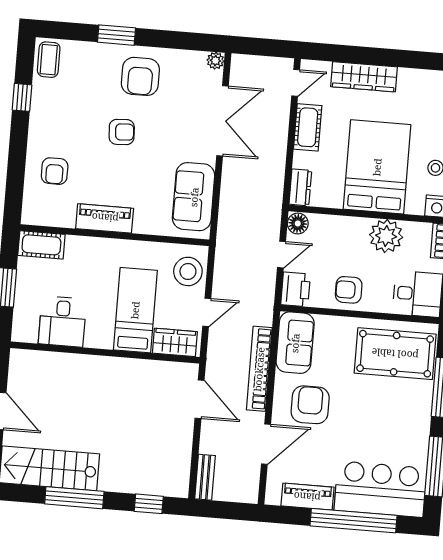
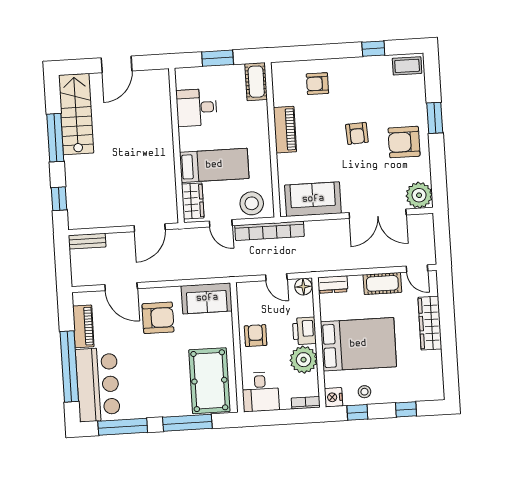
plant: (215, 61) -> (419, 195), width x1.88, depth x1.88
printer: (296, 289) -> (304, 331), moved, turned 90
bookcase: (259, 369) -> (270, 231), moved, turned 180

